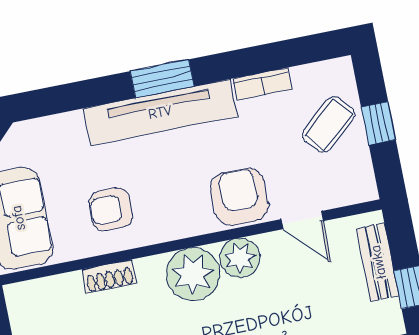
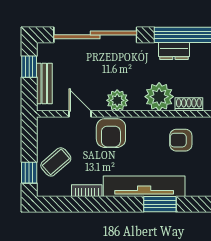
window: (162, 79) -> (160, 204), moved
window: (378, 123) -> (29, 173), moved
armchair: (111, 209) -> (181, 140), turned 180
plant: (193, 274) -> (159, 97), moved

